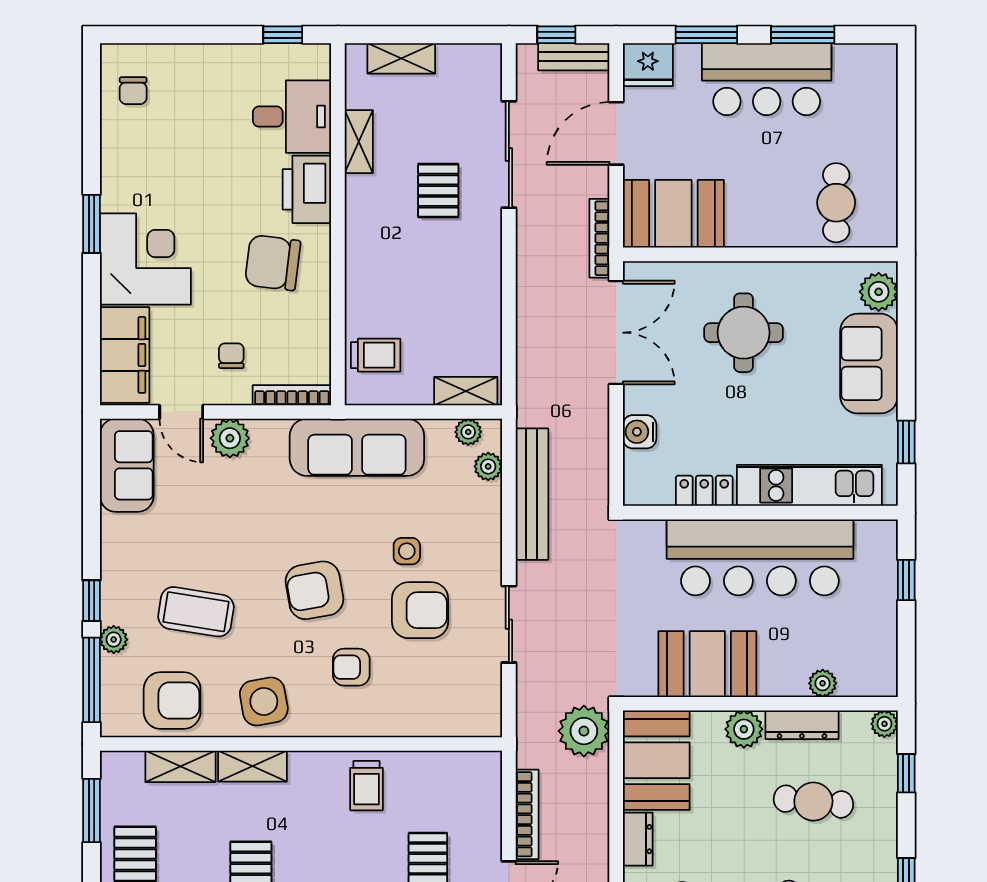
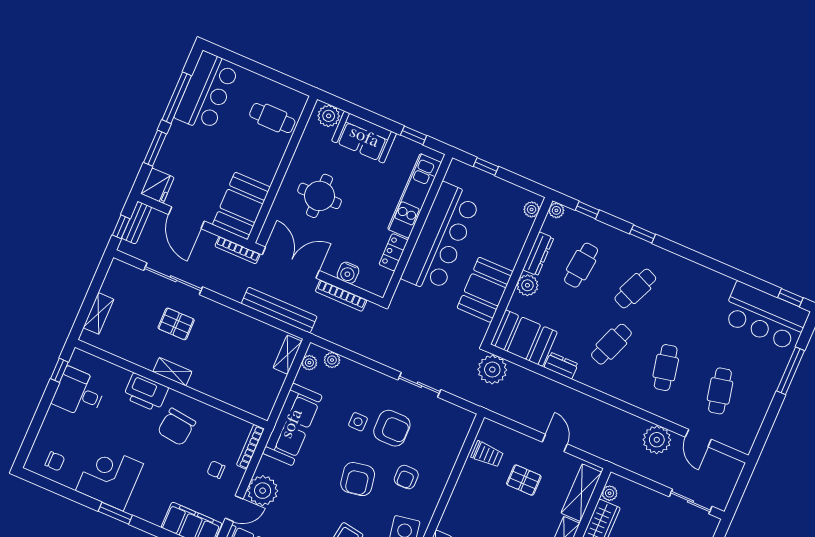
window: (803, 35) -> (177, 98), width x1.44
bar counter: (767, 79) -> (207, 92), moved
desk: (292, 117) -> (79, 393), moved, turned -90
shelving: (359, 142) -> (172, 372), moved
corner desk: (145, 259) -> (109, 477), moved
trolley: (376, 355) -> (248, 394), removed
plant: (230, 438) -> (263, 491), width x1.36, depth x1.36
bench: (532, 494) -> (279, 310), moved
armchair: (420, 610) -> (392, 428), turned 90
plant: (823, 683) -> (532, 209), moved
trolley: (366, 786) -> (487, 454), moved
bookcase: (527, 814) -> (341, 296), moved, turned 180

